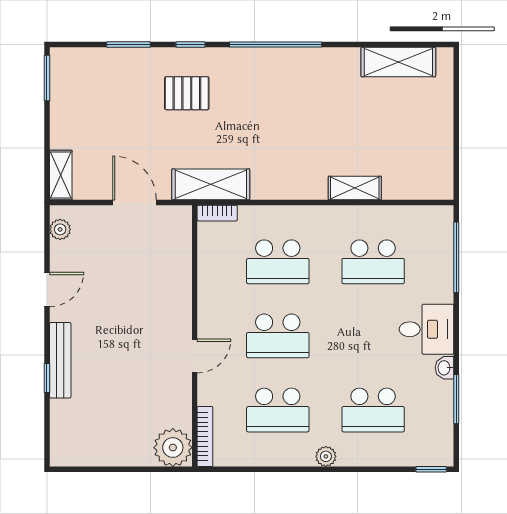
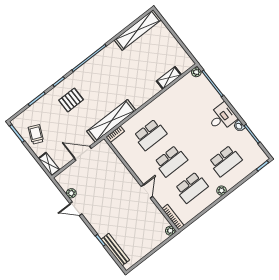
shelving: (398, 62) -> (138, 30), width x1.47
trolley: (79, 105) -> (36, 134), added
shelving: (211, 184) -> (111, 121), width x1.47
shelving: (355, 188) -> (169, 78), moved
plant: (443, 215) -> (196, 72), added
plant: (60, 229) -> (71, 193), moved
school desk: (373, 262) -> (184, 108), removed
door: (47, 289) -> (76, 209), swing flipped
bench: (60, 360) -> (115, 250), moved
plant: (173, 448) -> (170, 231), width x0.53, depth x0.53

